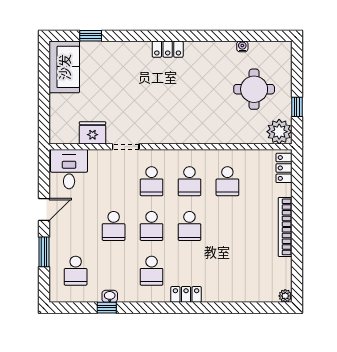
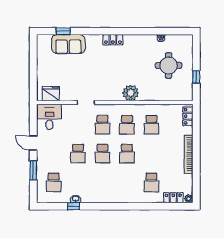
sofa: (64, 67) -> (68, 44), moved, turned 90
plant: (279, 132) -> (131, 93), moved
fridge: (92, 133) -> (51, 94), moved
door: (44, 209) -> (33, 143), swing flipped
school desk: (152, 271) -> (151, 182), moved
locker: (186, 294) -> (173, 198), moved

